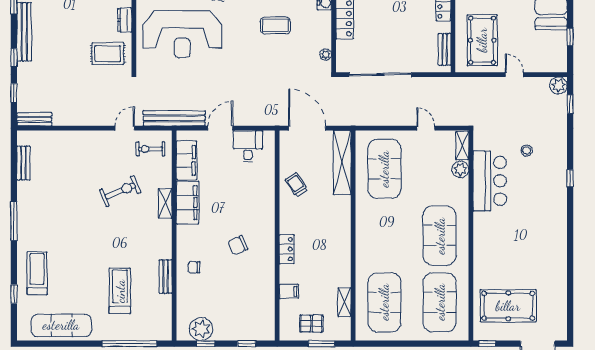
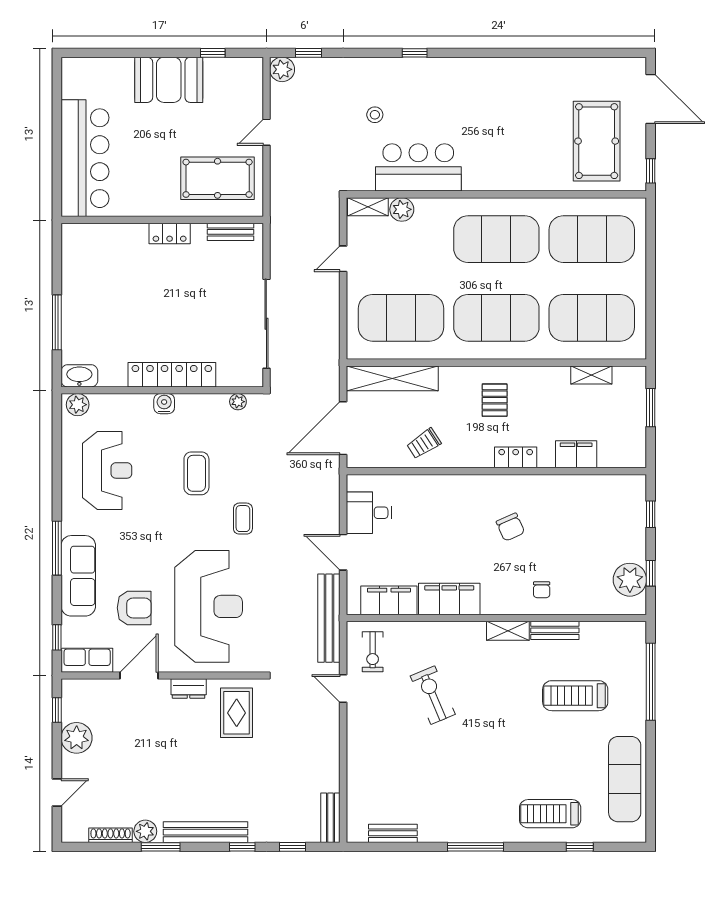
coffee table: (244, 58) -> (243, 519), added
shelving: (165, 203) -> (508, 631), moved
exercise mat: (384, 236) -> (496, 318), added
filing cabinet: (289, 291) -> (576, 454), width x2.00
pallet: (311, 324) -> (495, 400), moved

